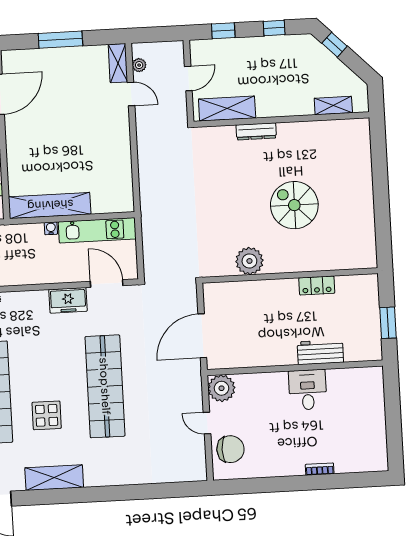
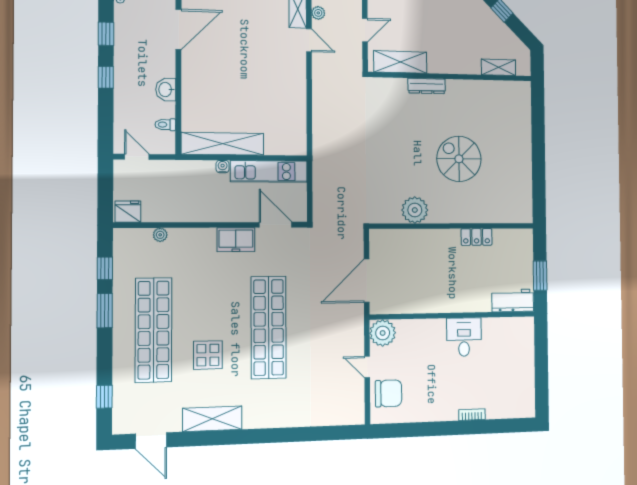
workbench: (320, 352) -> (513, 300), moved

